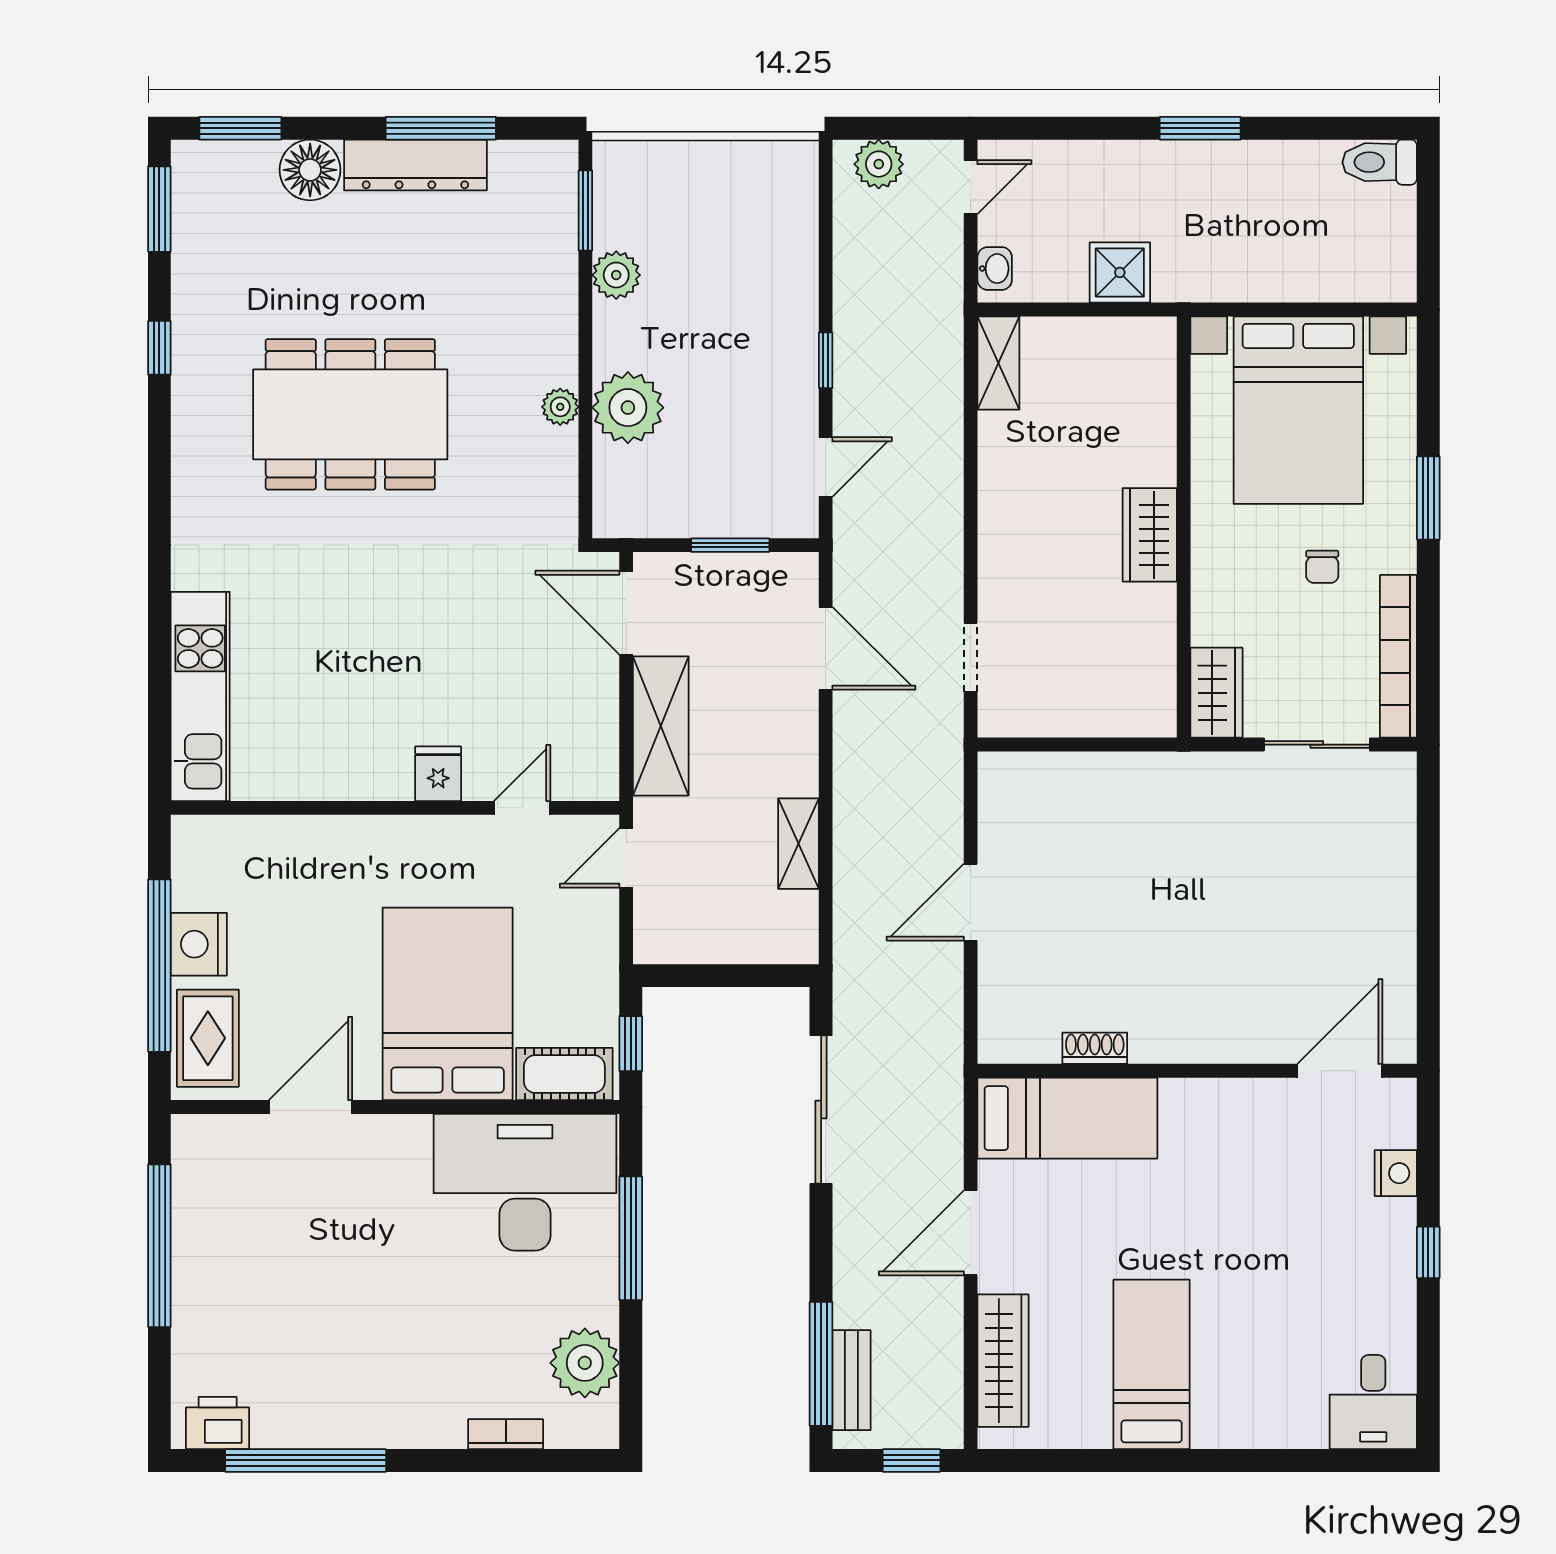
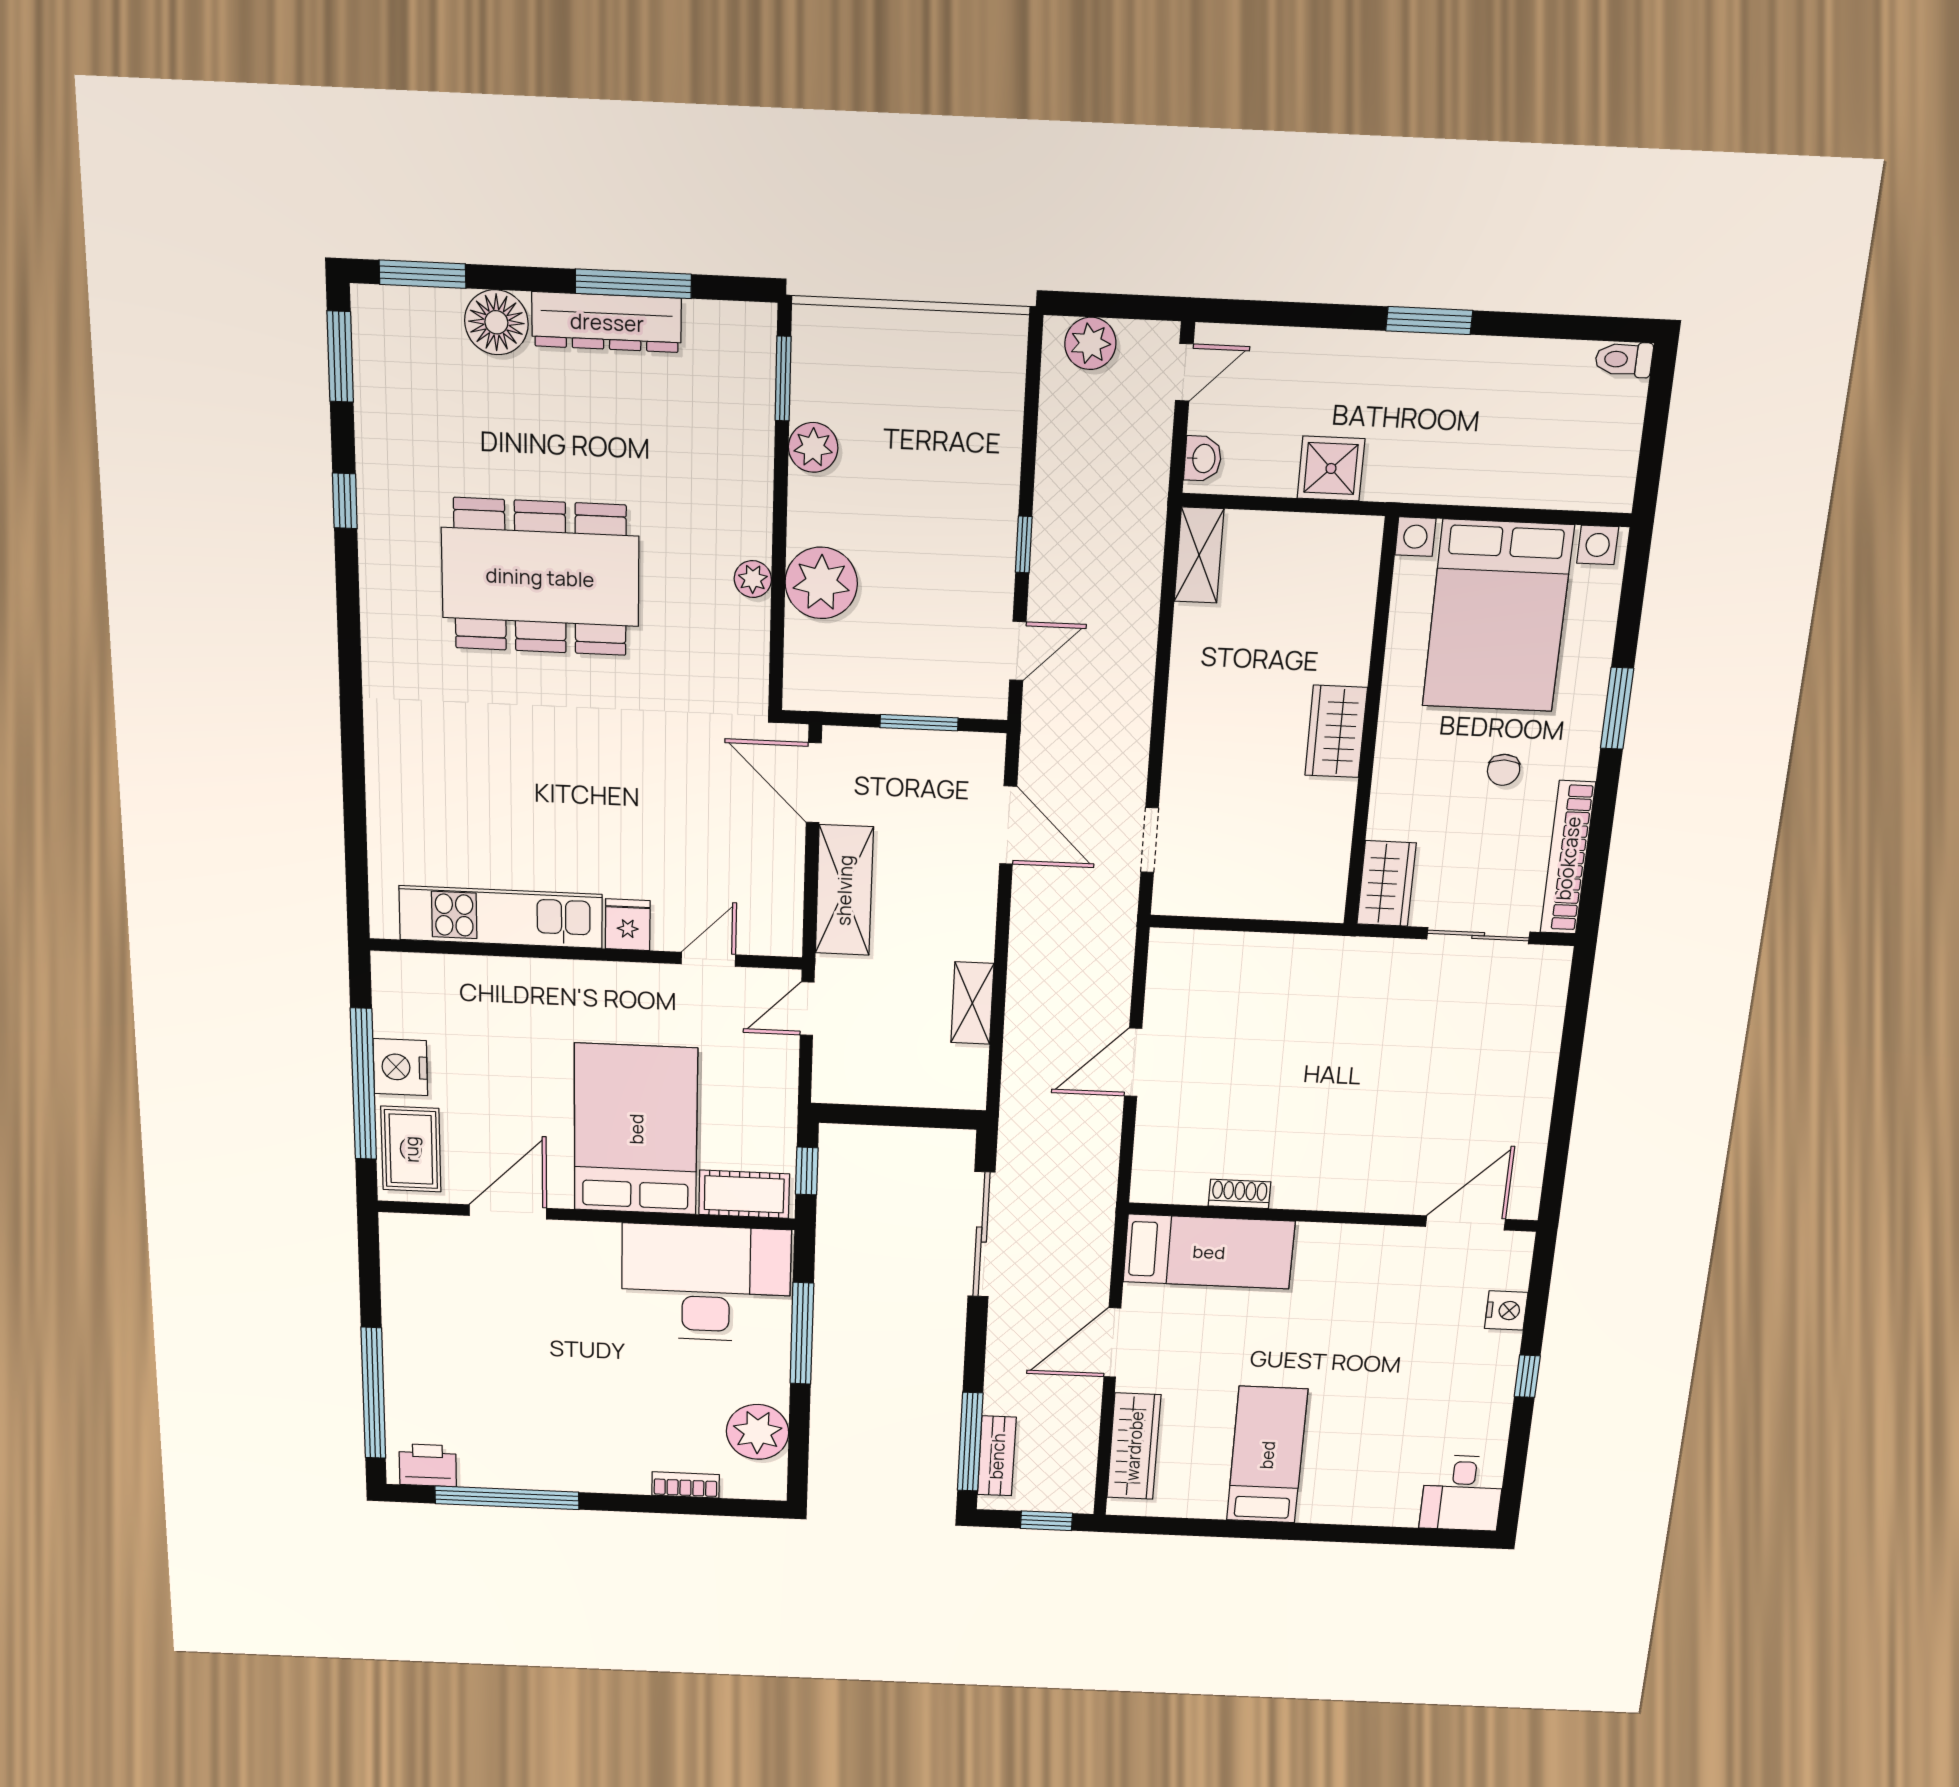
toilet: (1380, 162) -> (1624, 359), width x0.73, depth x0.72
kitchen unit: (200, 697) -> (501, 917), moved, turned -90
window: (159, 1246) -> (373, 1393), moved

